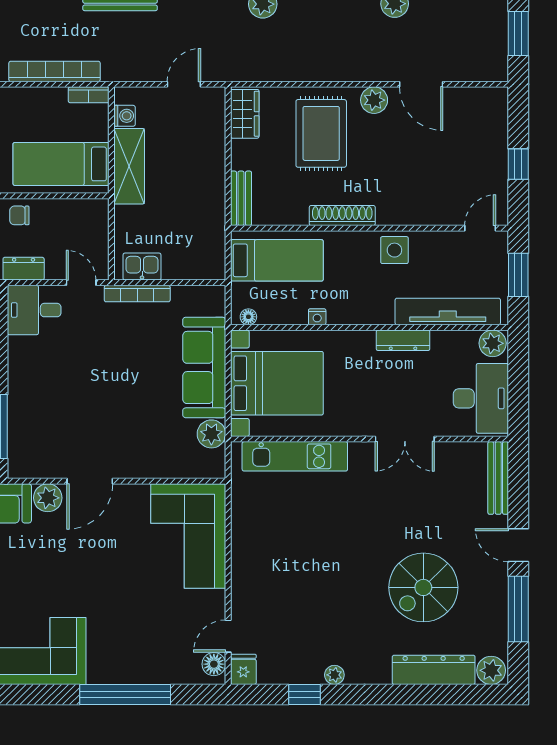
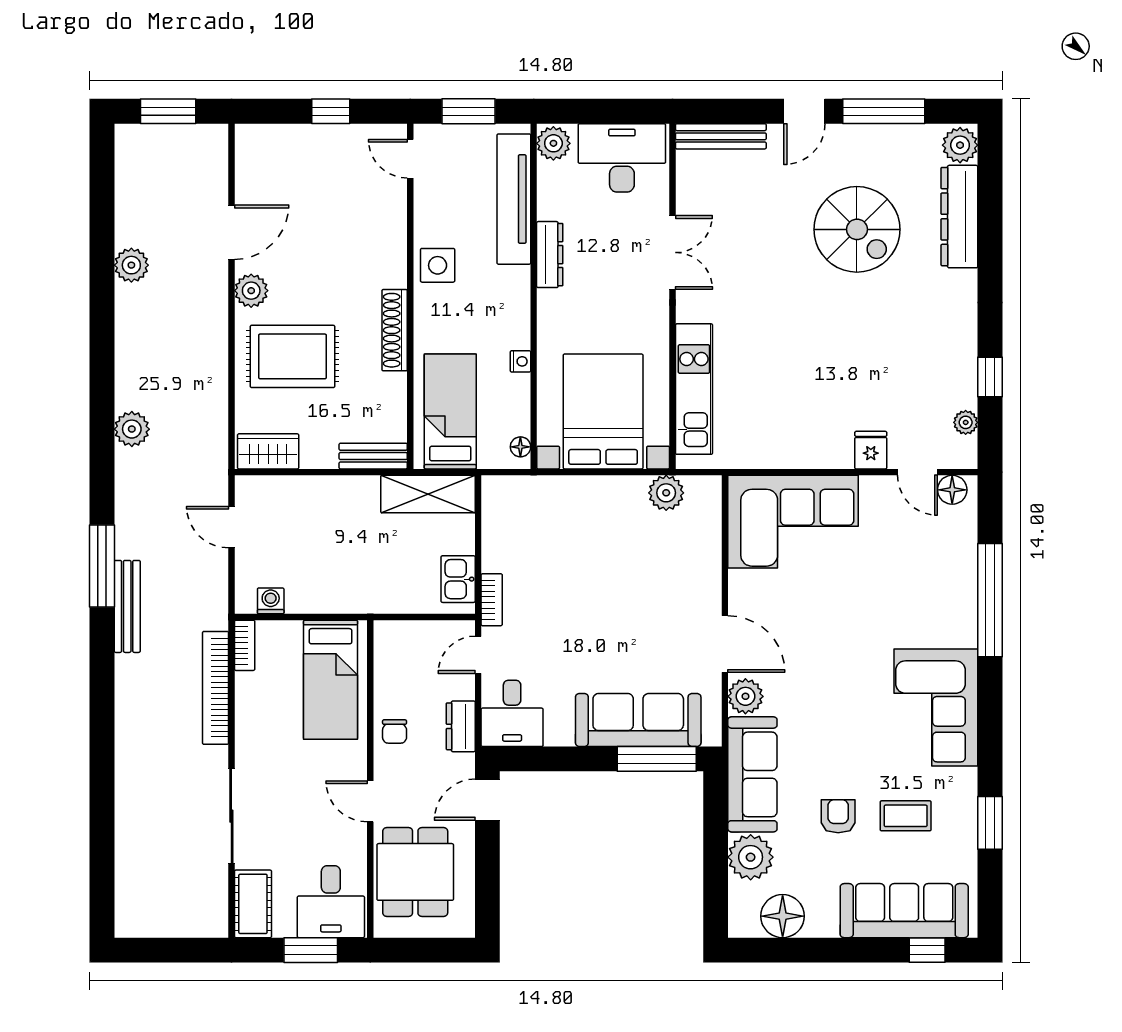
shelving: (129, 166) -> (428, 494), moved
bookcase: (137, 294) -> (492, 600), width x0.64
sofa: (204, 367) -> (638, 720), moved, turned 180
fridge: (243, 669) -> (871, 450), moved, turned 90
plant: (334, 675) -> (966, 422), moved

